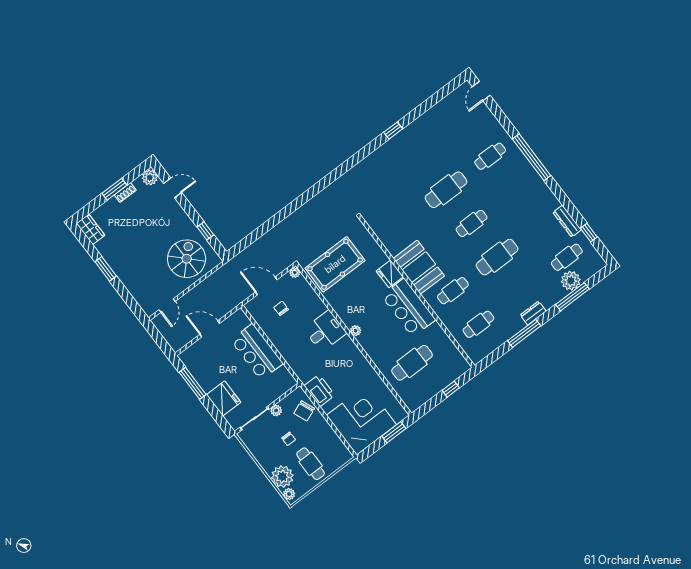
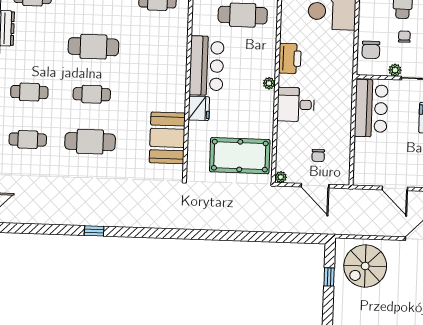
booth: (419, 267) -> (167, 138), moved
cafe table: (453, 291) -> (29, 92), moved
bar counter: (257, 352) -> (371, 108), moved
printer: (319, 390) -> (290, 58), moved, turned 180
chair: (304, 411) -> (371, 50), turned 112

